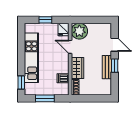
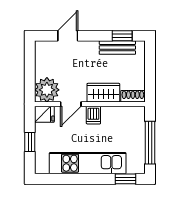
window: (115, 66) -> (122, 36), moved
bench: (107, 67) -> (117, 48), moved
dishwasher: (63, 78) -> (93, 115), moved
window: (45, 98) -> (150, 143), width x1.44

